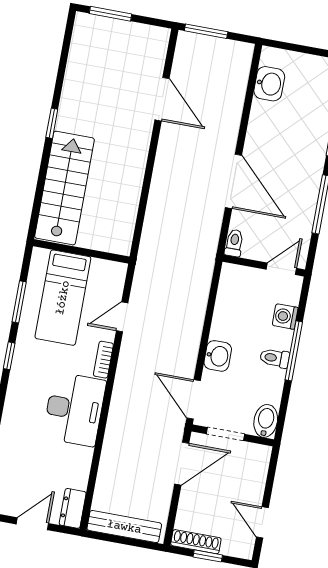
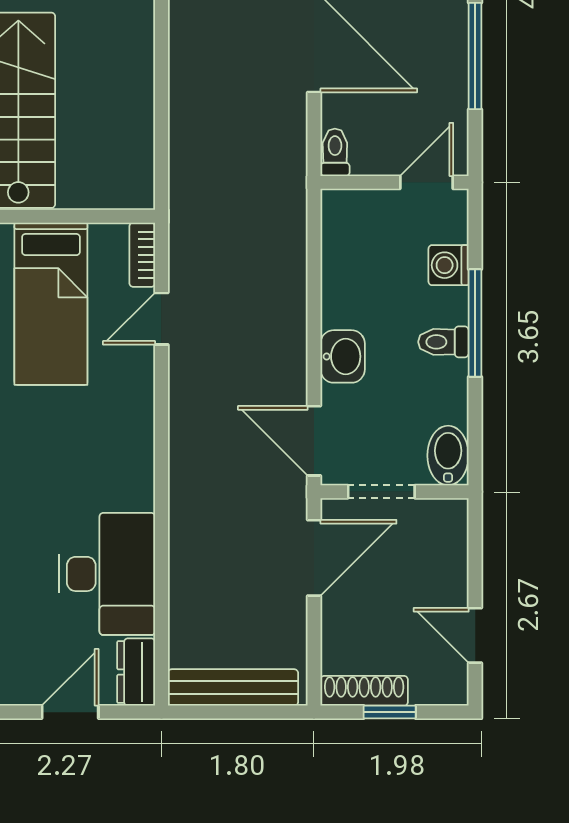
bookcase: (103, 360) -> (142, 255), moved
desk: (74, 409) -> (107, 574), moved

